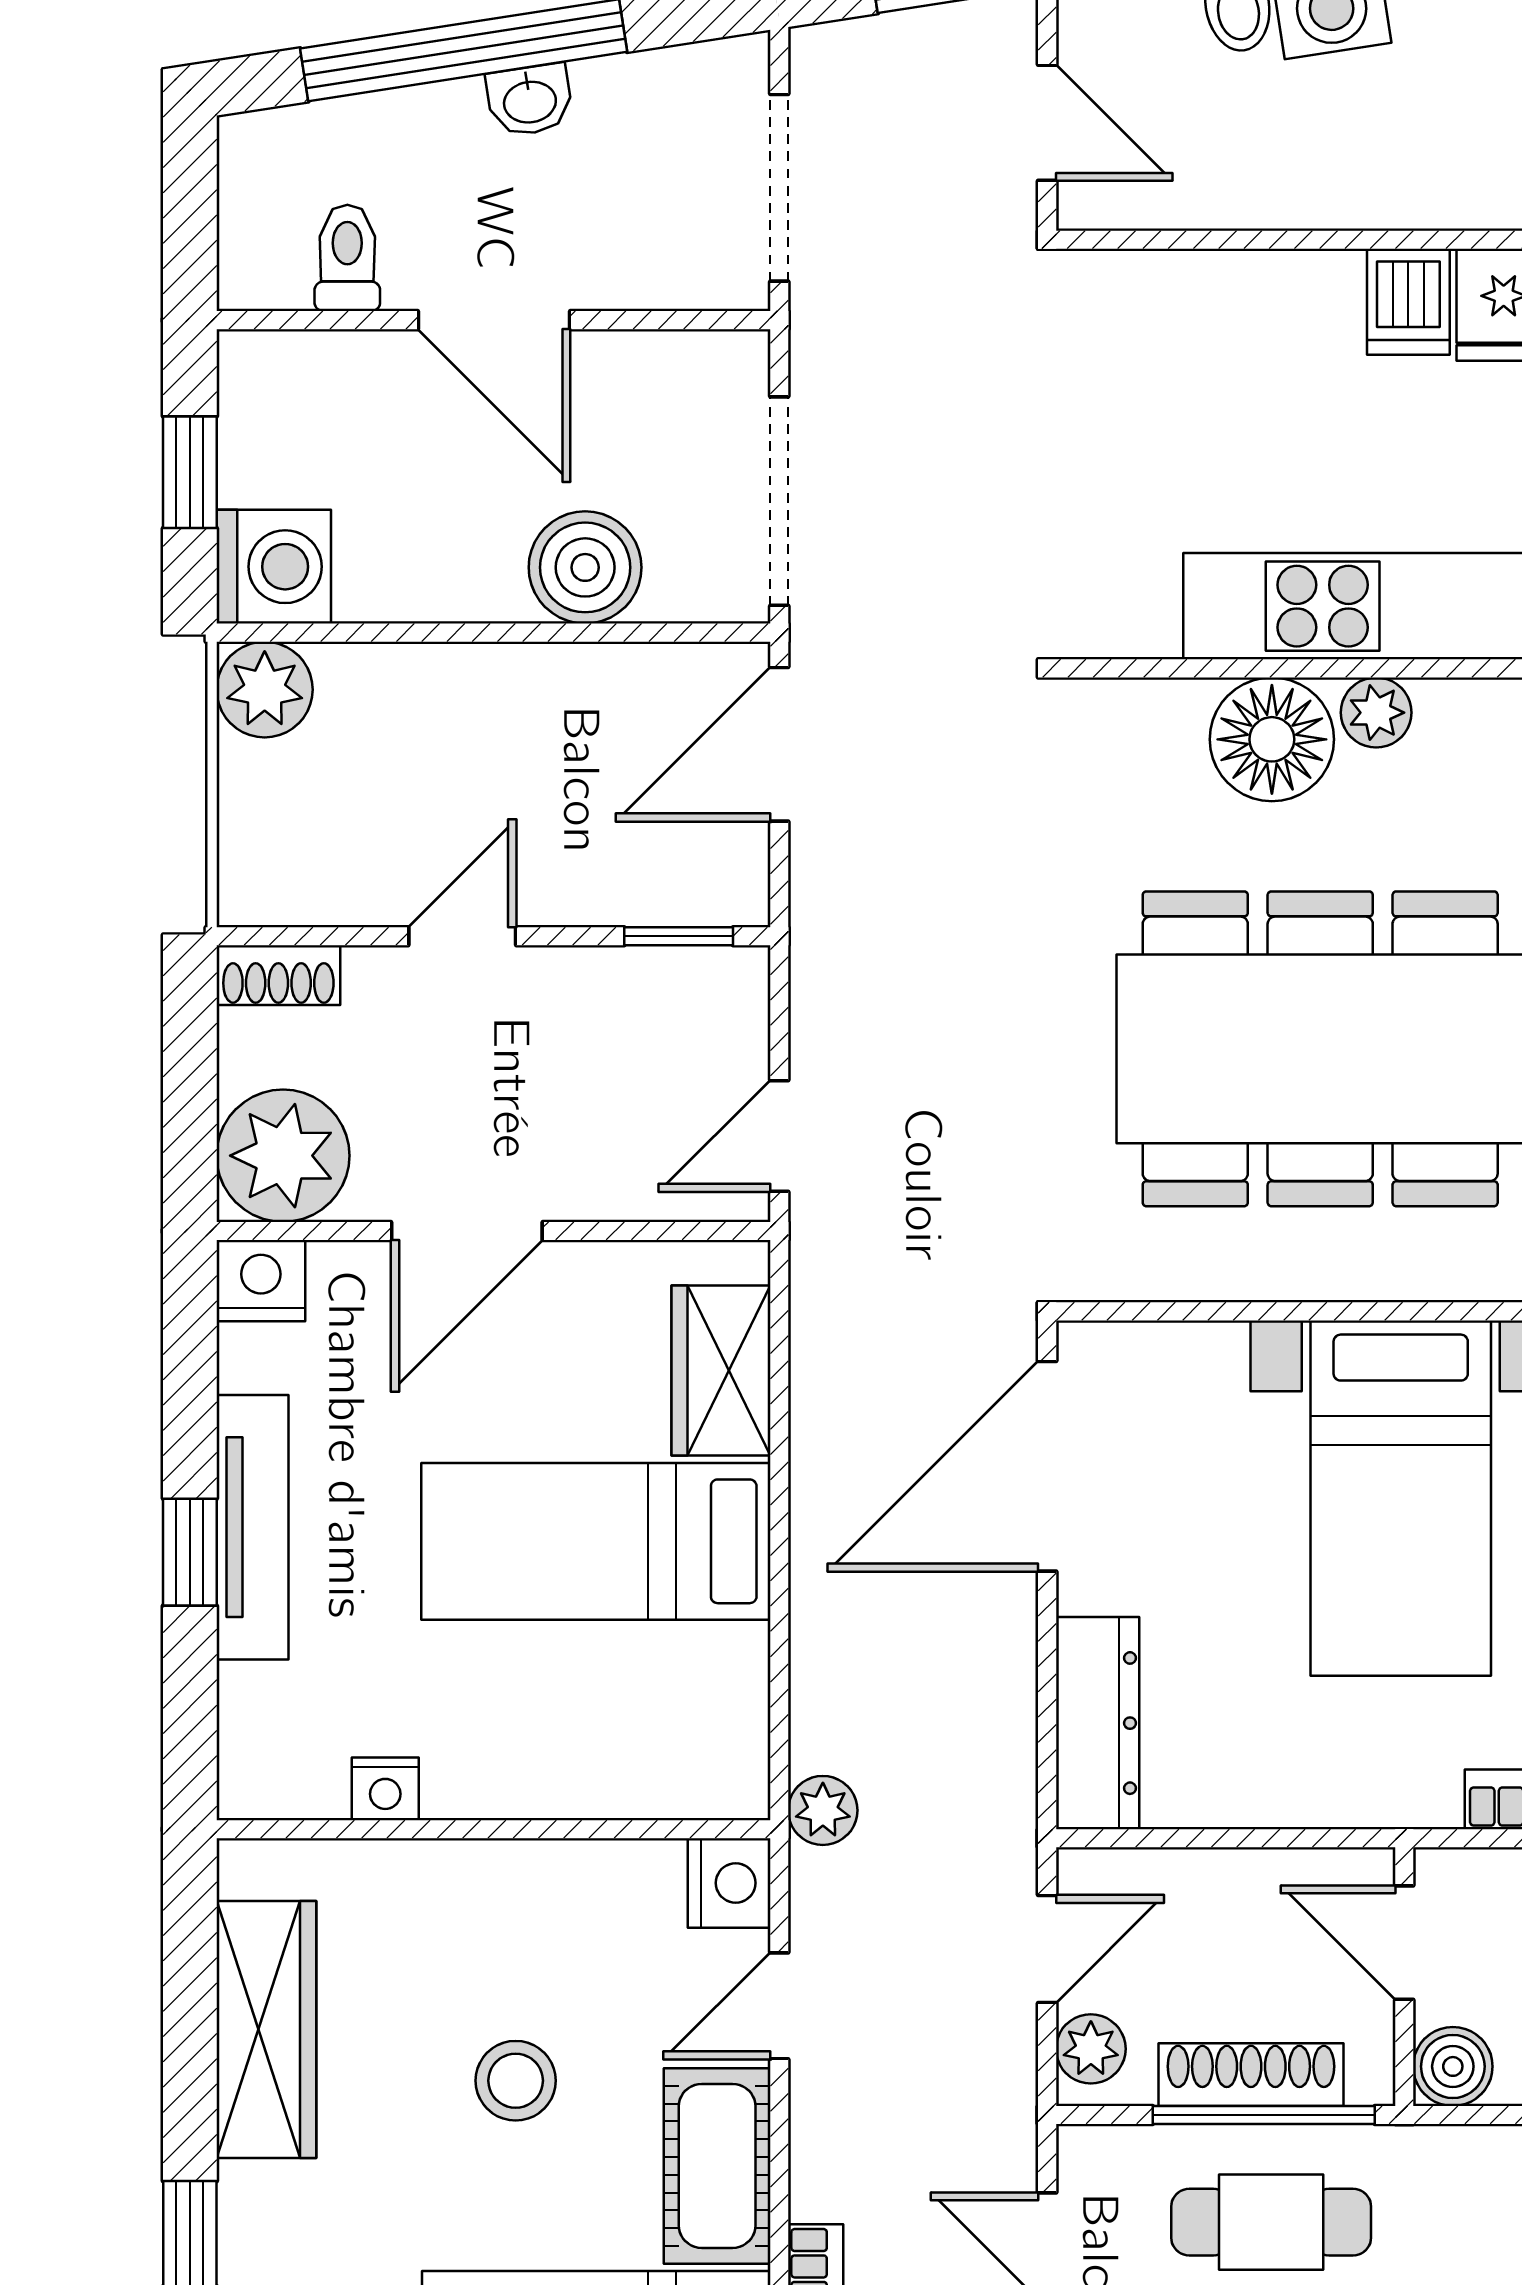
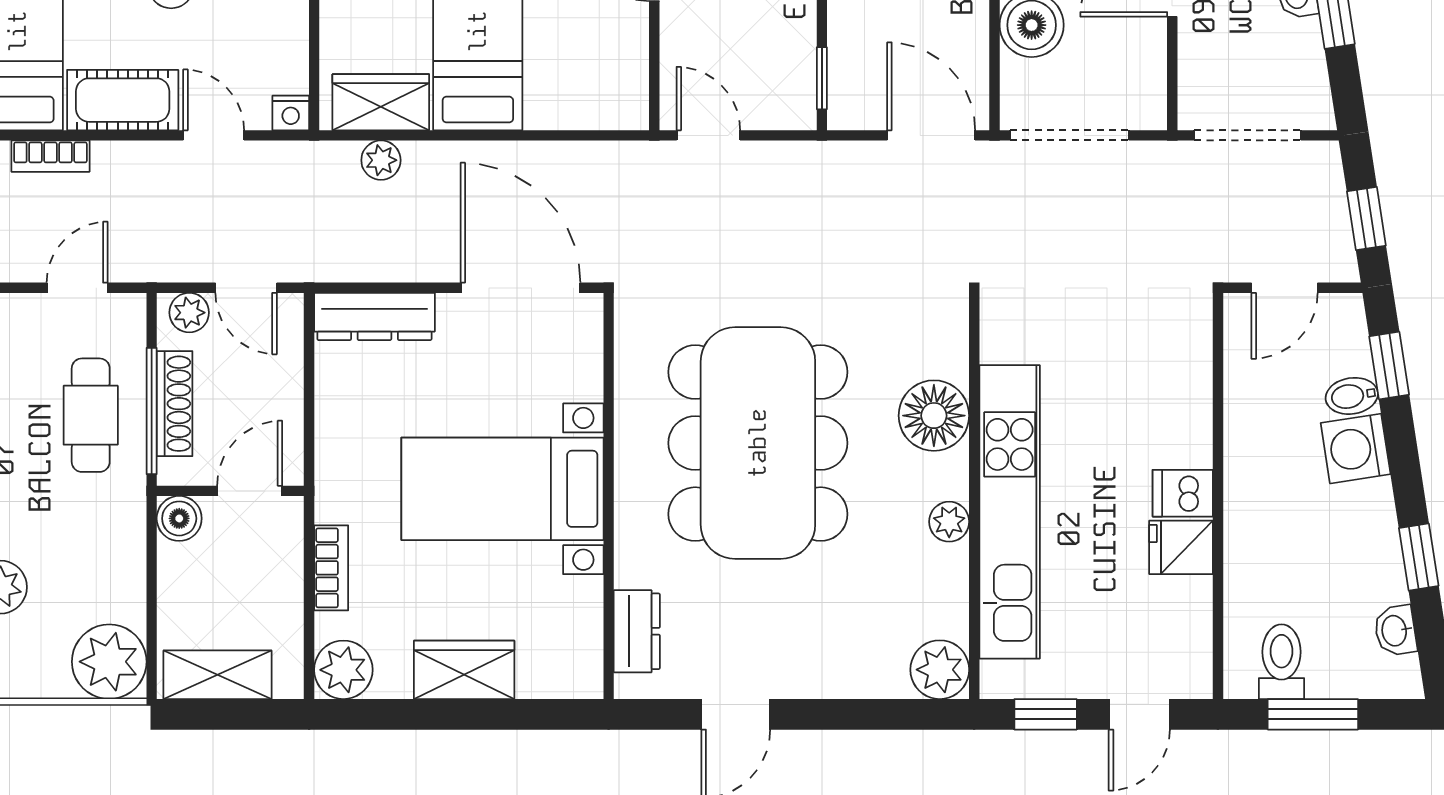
plant: (1376, 713) -> (949, 522), moved
wardrobe: (721, 1371) -> (381, 102), moved
plant: (823, 1810) -> (381, 160), moved
nightstand: (729, 1883) -> (291, 113), width x0.72, depth x0.74

